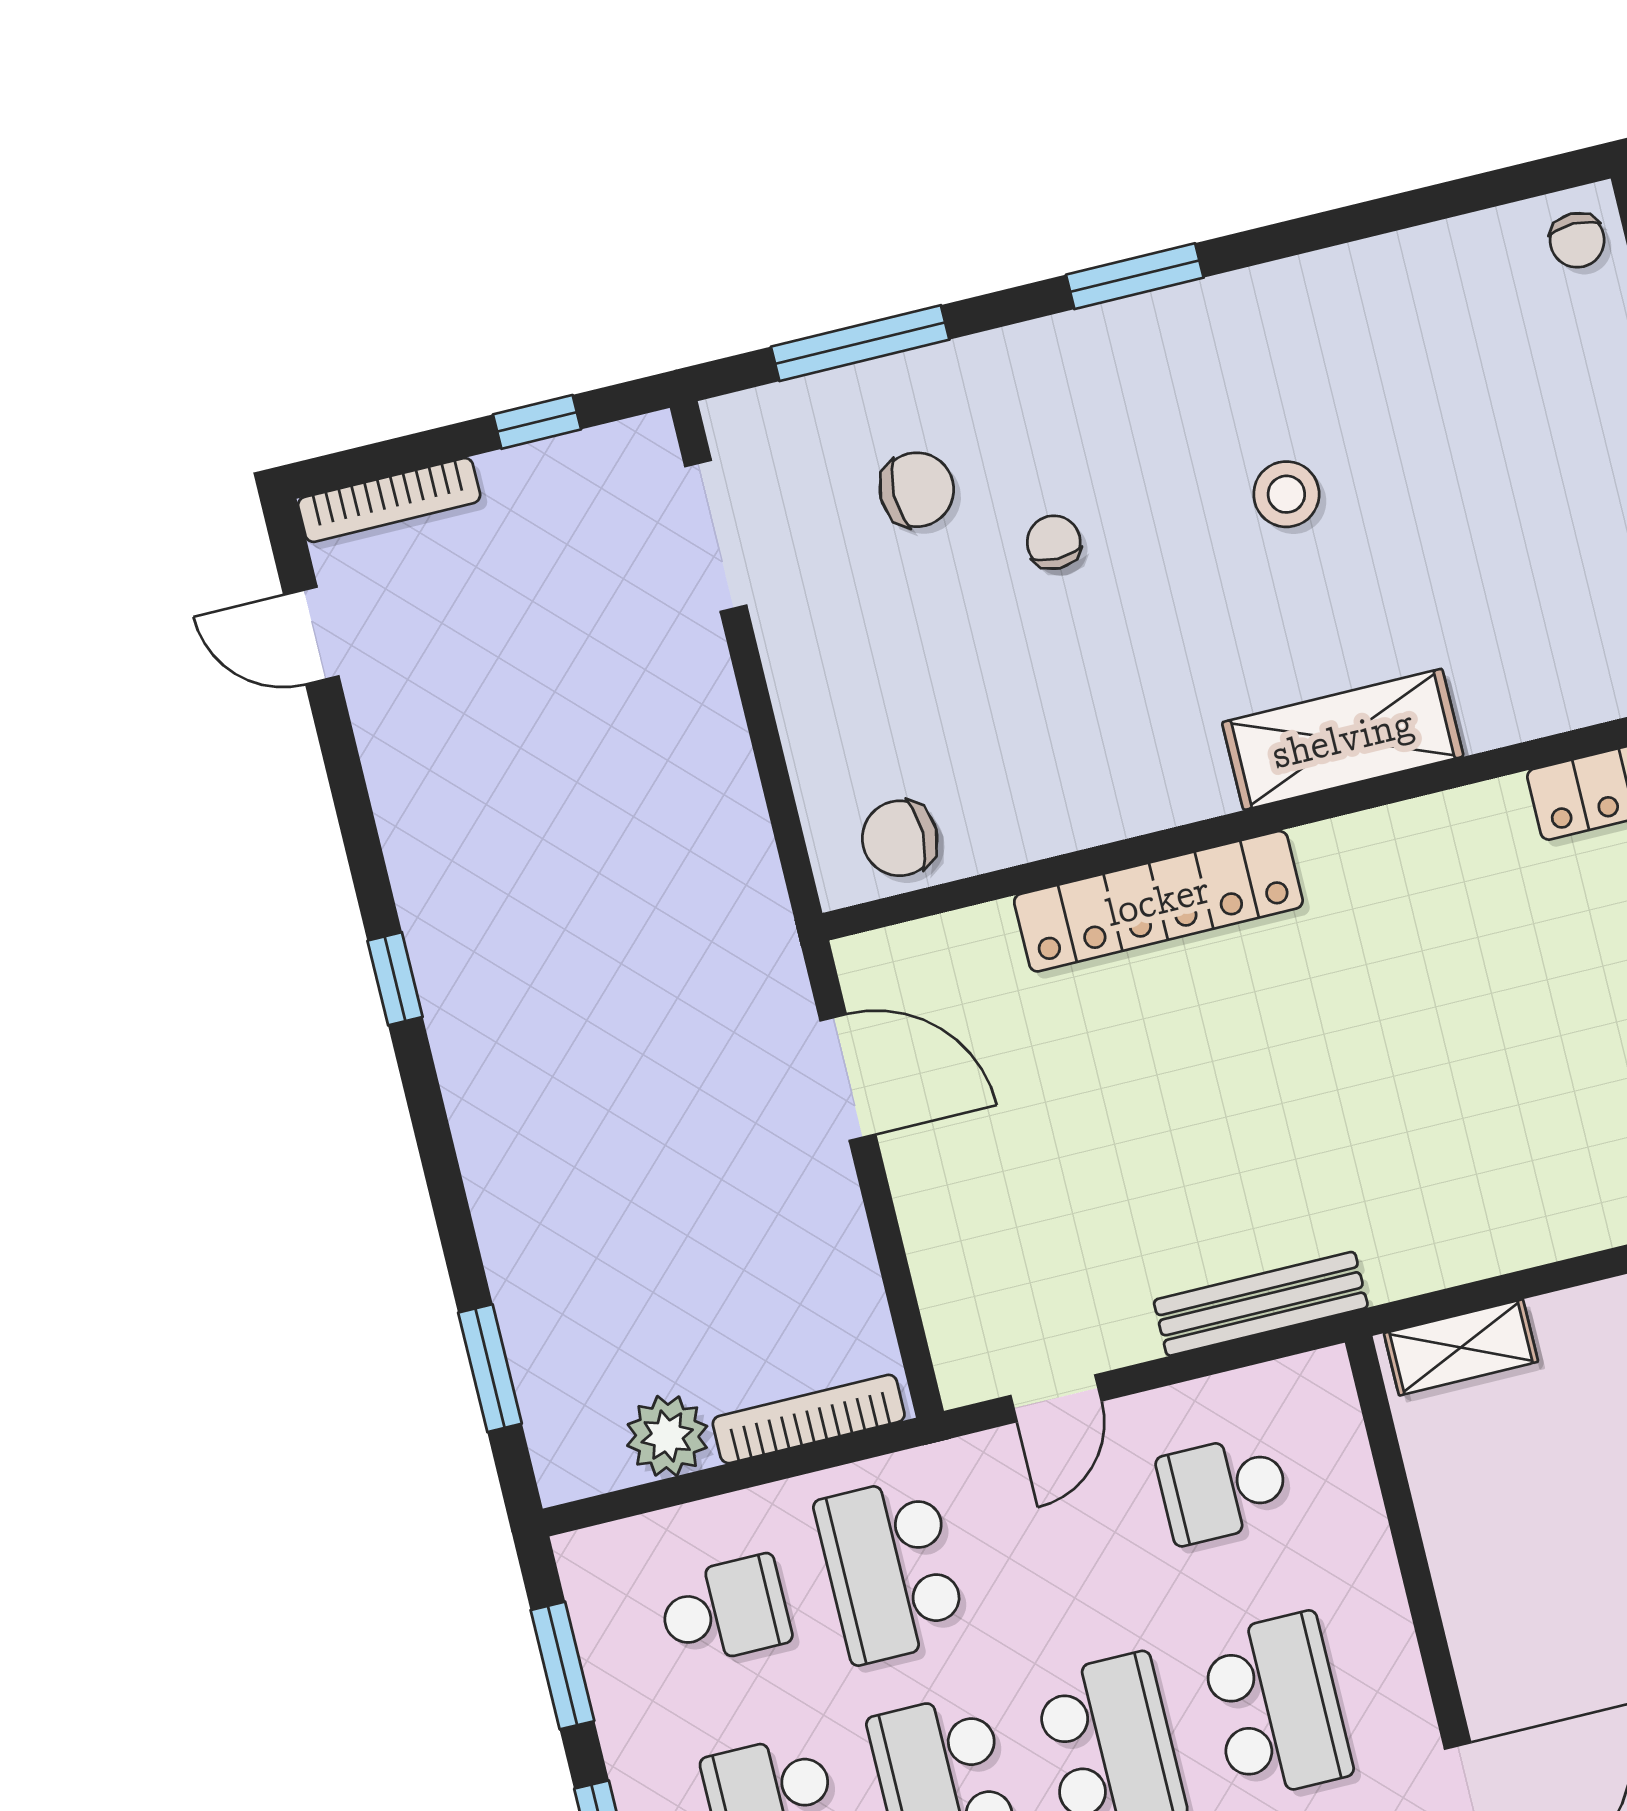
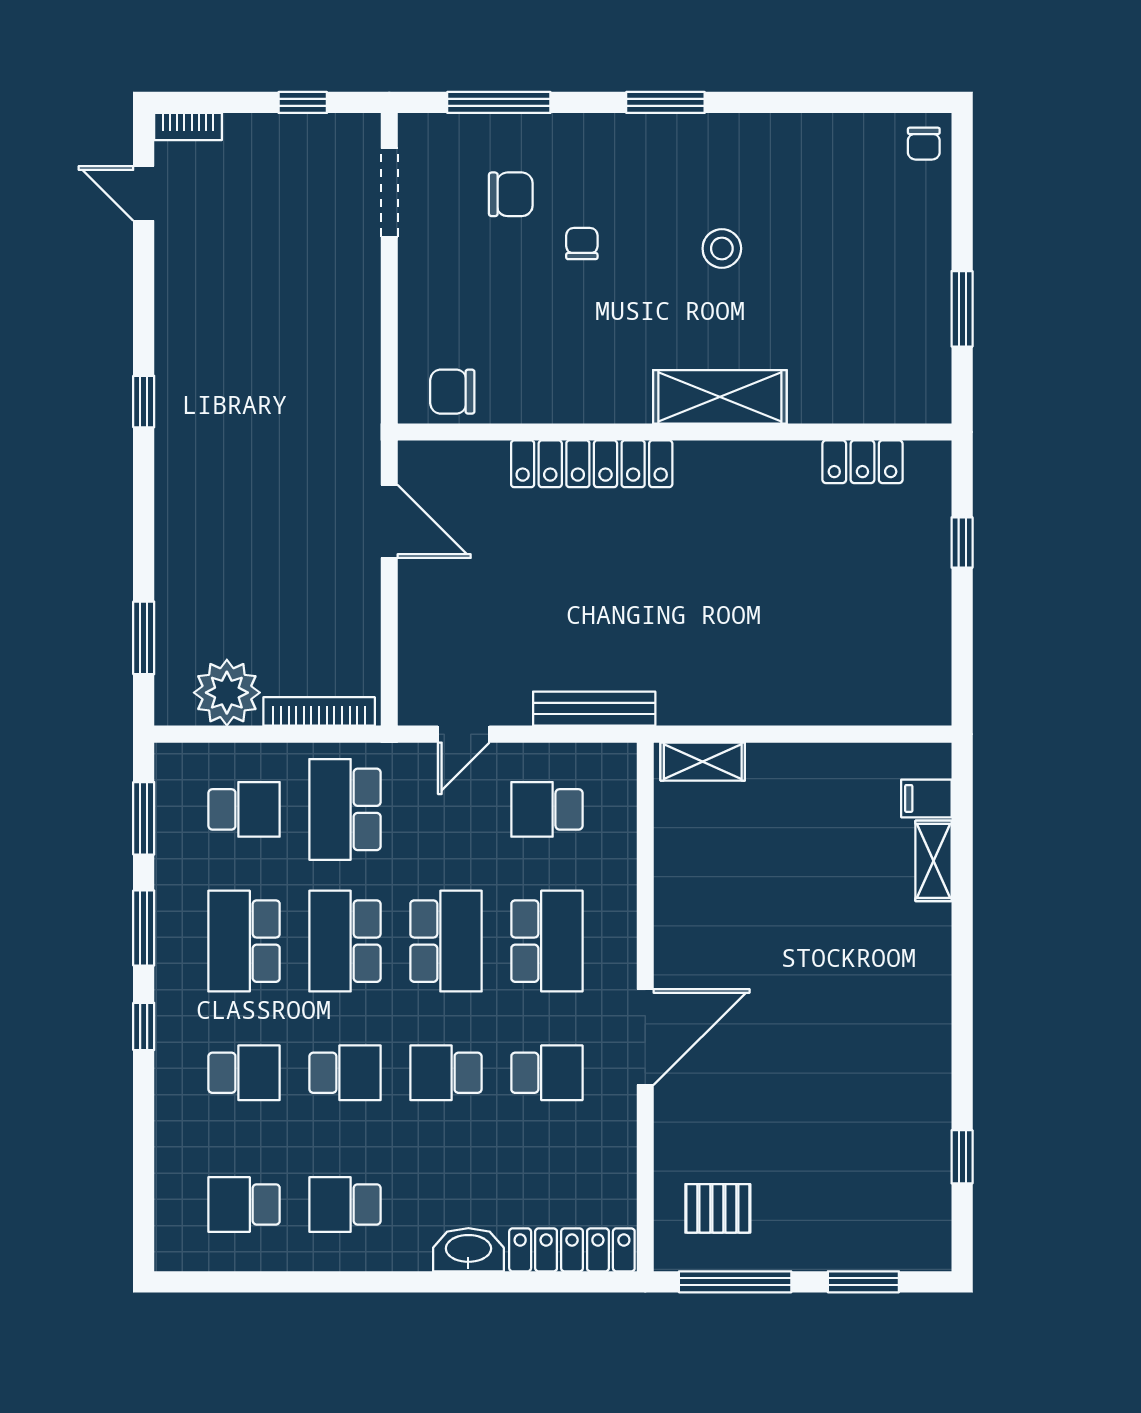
bookcase: (389, 500) -> (188, 127), width x0.64
plant: (667, 1436) -> (227, 693), width x1.36, depth x1.36

